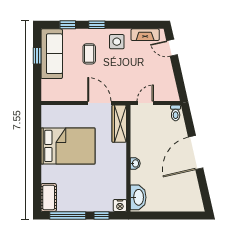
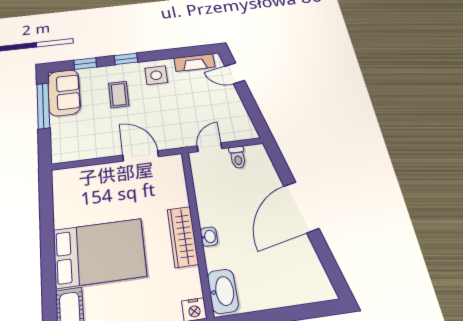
sofa: (52, 54) -> (64, 93), width x0.73
window: (37, 56) -> (43, 106), width x2.17
toilet: (176, 113) -> (238, 157), moved
wardrobe: (119, 124) -> (183, 237), moved
bed: (68, 146) -> (99, 253), moved

